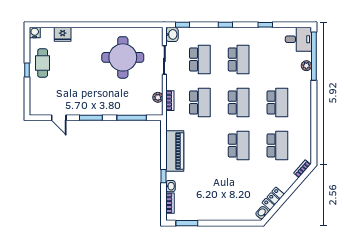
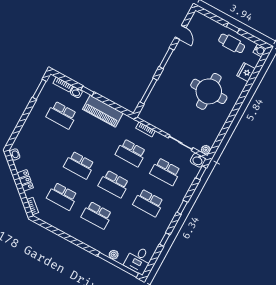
round table: (123, 57) -> (209, 91), moved
plant: (158, 97) -> (206, 150), moved
door: (59, 118) -> (180, 32), swing flipped
school desk: (200, 188) -> (62, 115), added
locker: (273, 198) -> (25, 180), moved

